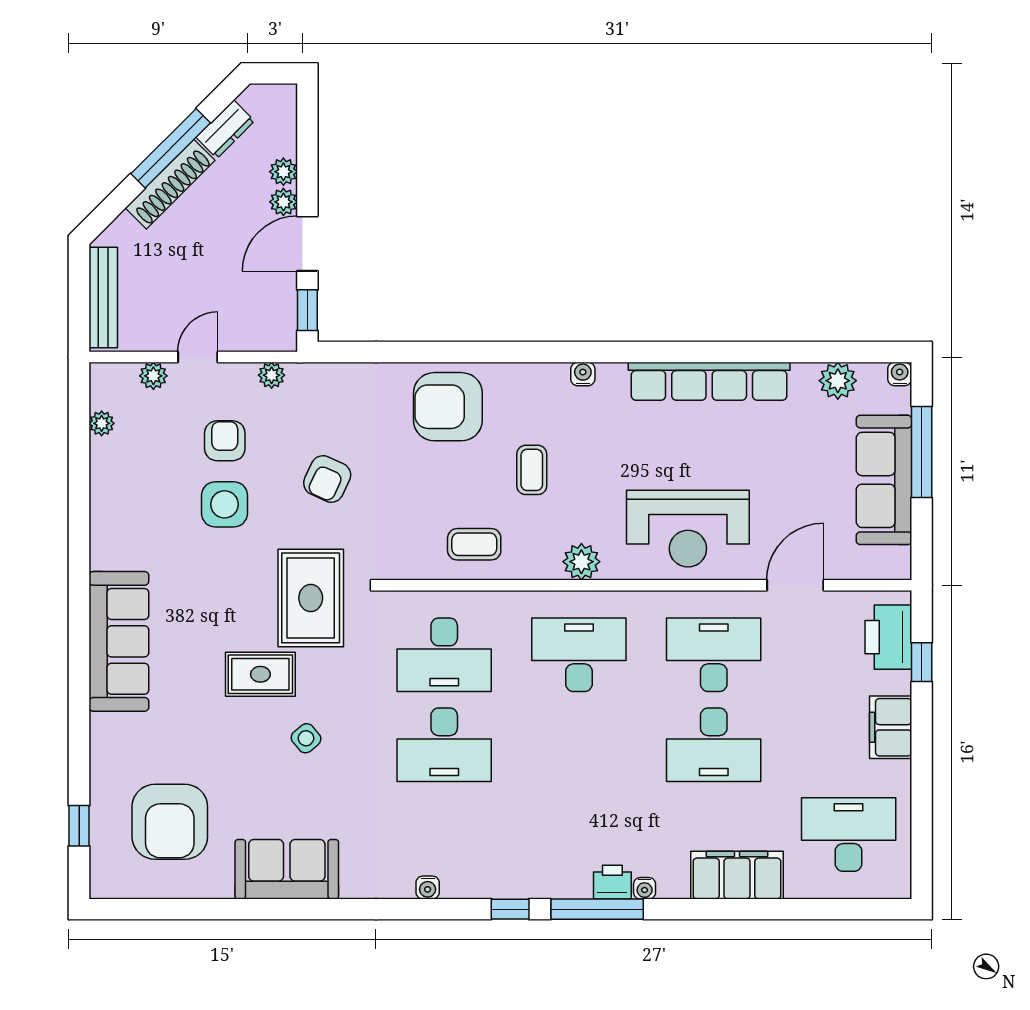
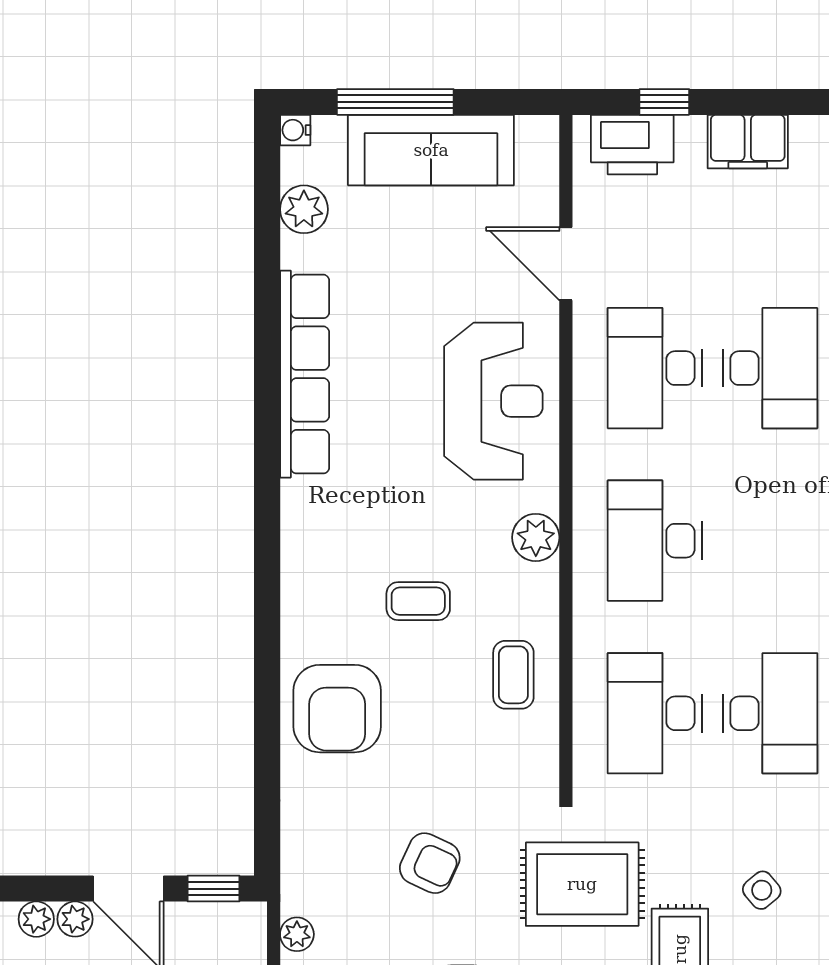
water cooler: (583, 374) -> (295, 536), removed
desk: (444, 655) -> (655, 713), turned 180

